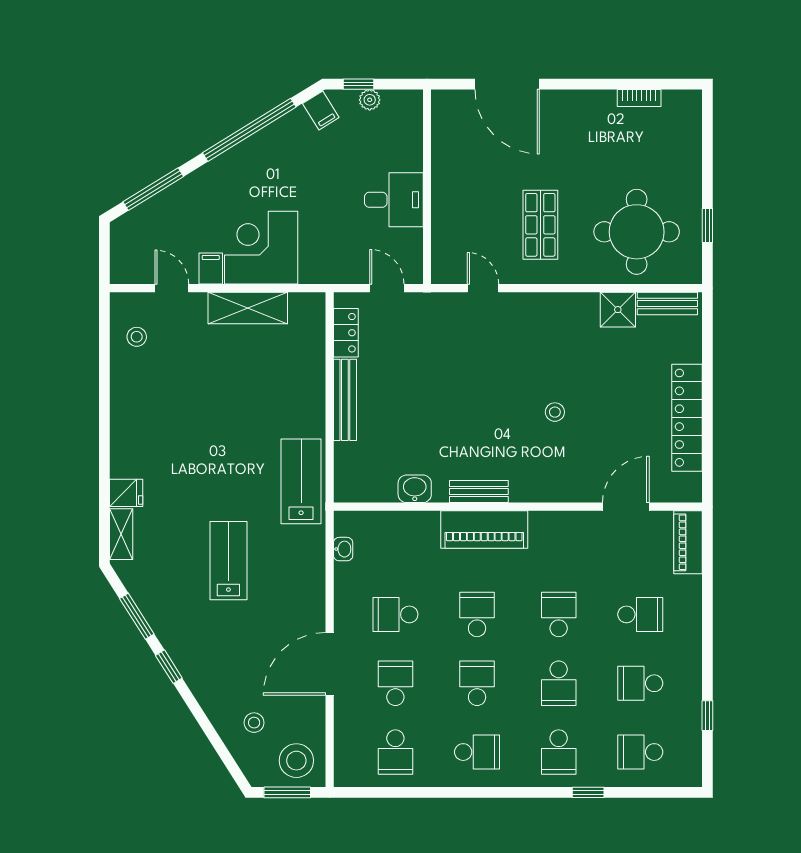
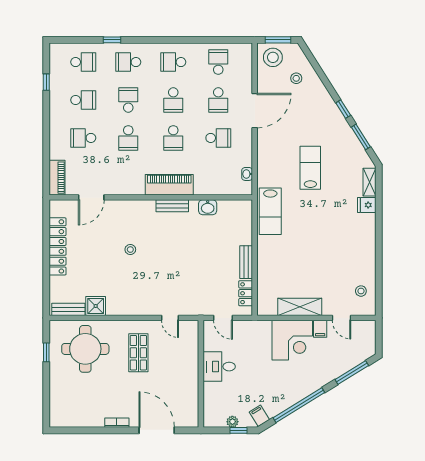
bookcase: (639, 98) -> (117, 423), moved
bench: (345, 400) -> (246, 262), width x0.73
lab bench: (228, 561) -> (310, 168), turned 180
school desk: (559, 752) -> (128, 62), turned -90

